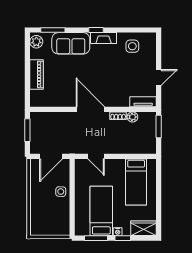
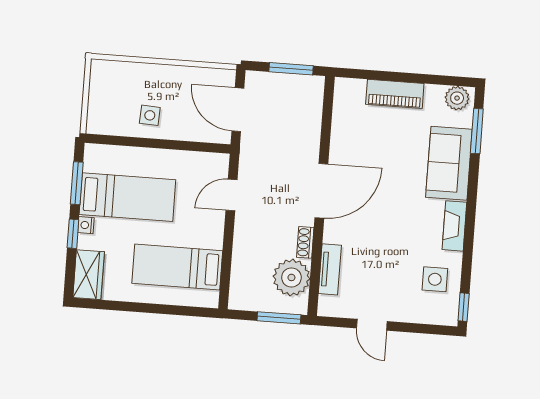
window: (96, 30) -> (464, 307), moved
tv unit: (143, 102) -> (330, 269), moved
plant: (132, 117) -> (291, 277), width x1.87, depth x1.87
side table: (61, 192) -> (150, 115), moved

